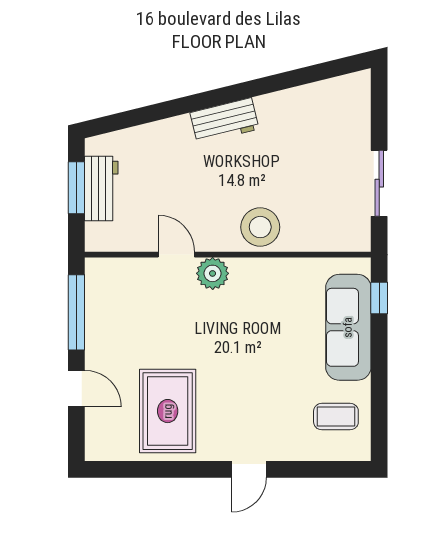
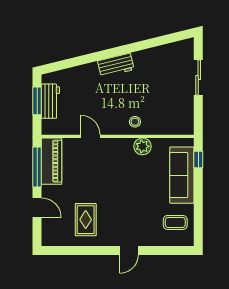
sliding door: (379, 183) -> (198, 77), moved
stool: (260, 227) -> (135, 122), width x0.53, depth x0.53
plant: (213, 273) -> (142, 146), moved
piano: (104, 301) -> (52, 161), added
rug: (168, 411) -> (86, 220), width x0.73, depth x0.70

